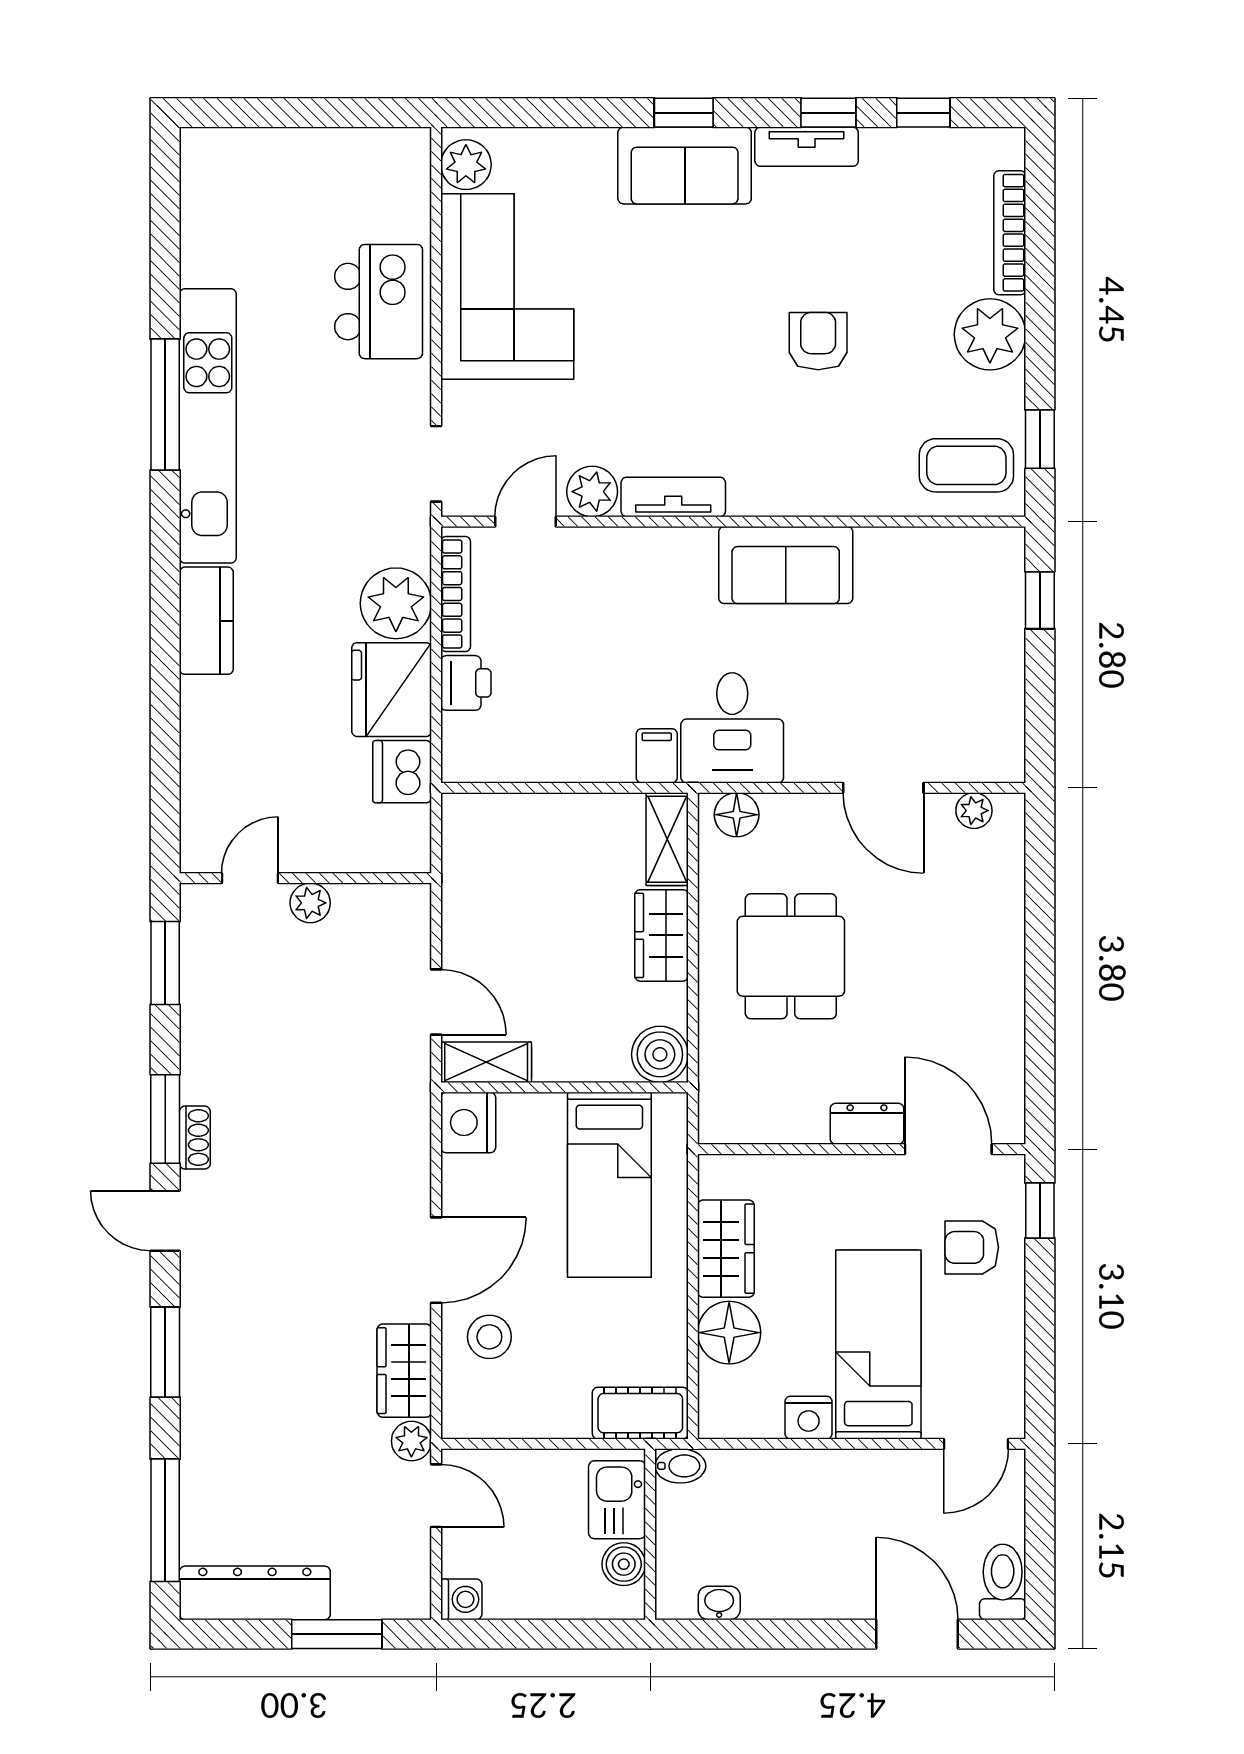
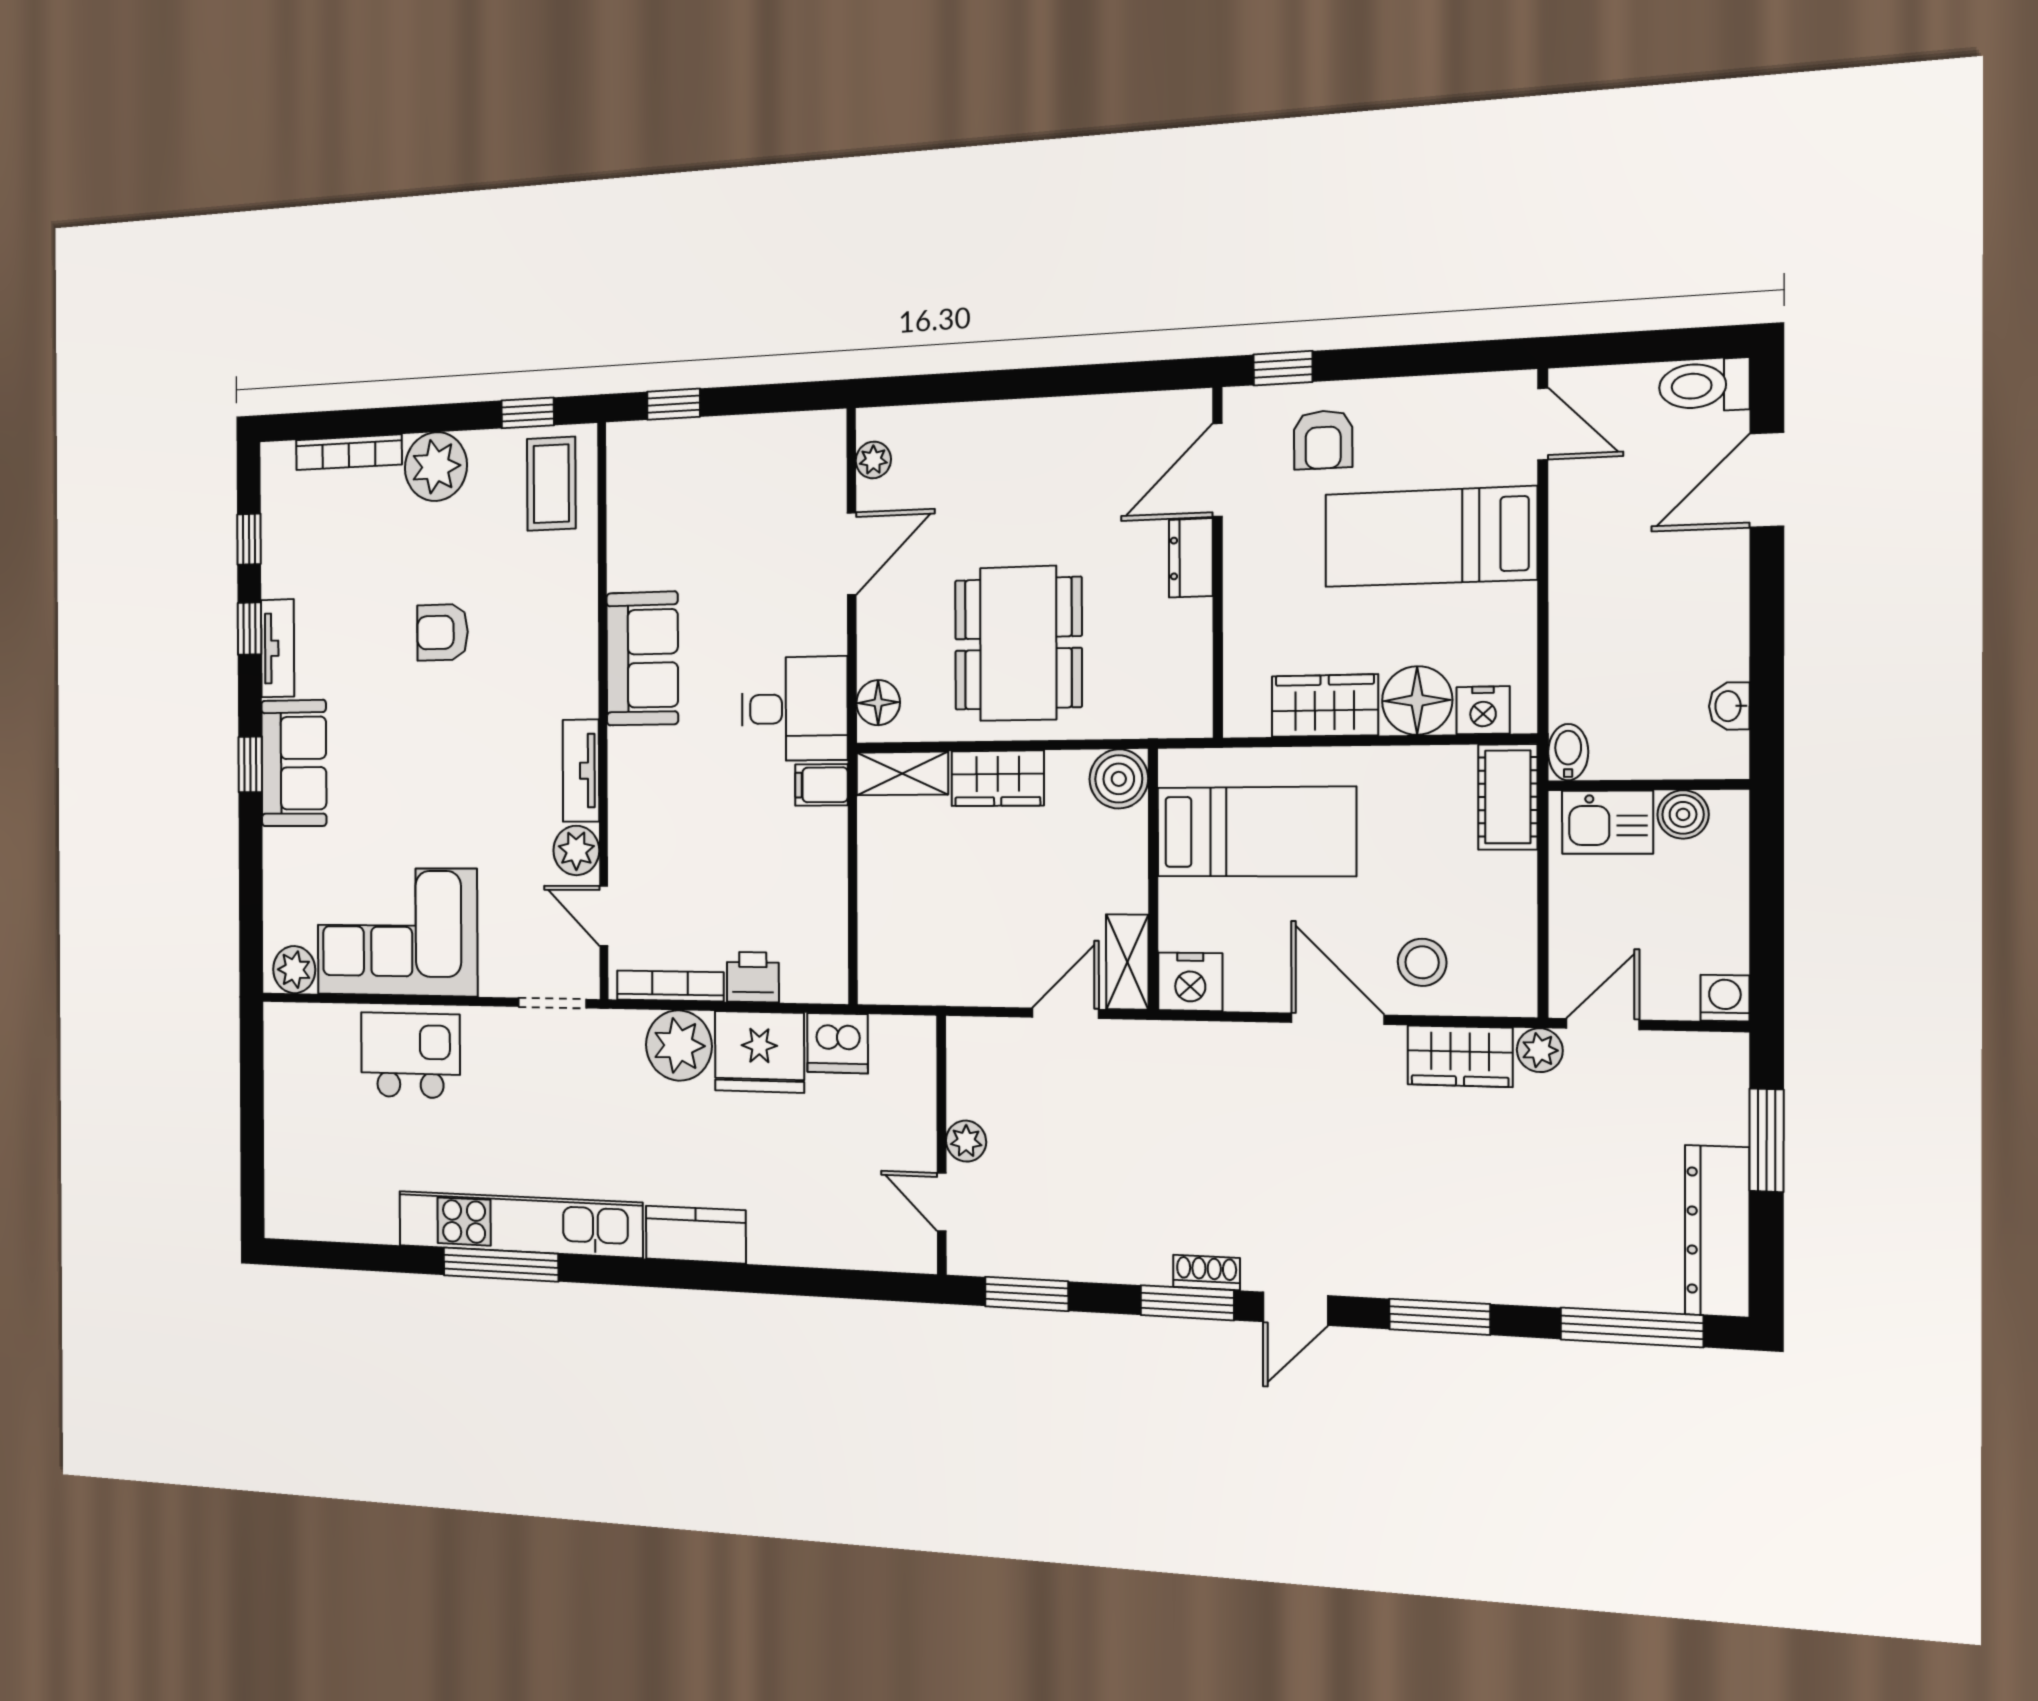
dining table: (791, 956) -> (1018, 643), width x1.38
nightstand: (809, 1418) -> (1483, 710), moved, turned 90

